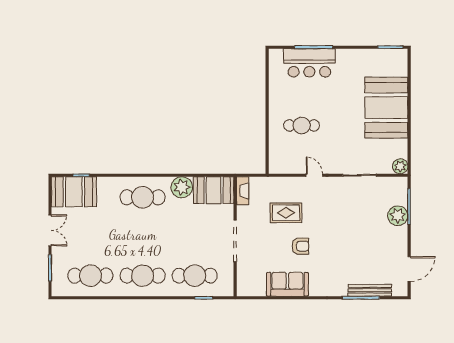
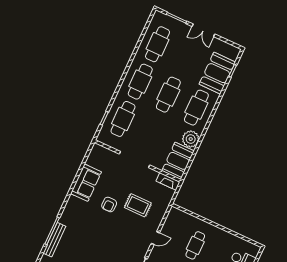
booth: (74, 192) -> (217, 73), moved
rug: (286, 213) -> (138, 205), turned 90
cafe table: (143, 236) -> (168, 95), added

